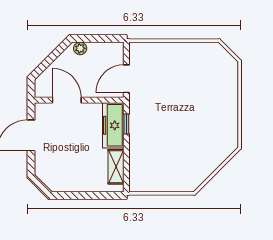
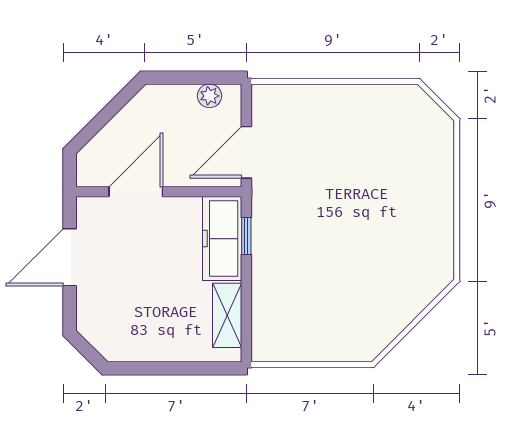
plant: (80, 48) -> (210, 96), moved
door: (67, 100) -> (136, 192), hinge flipped

